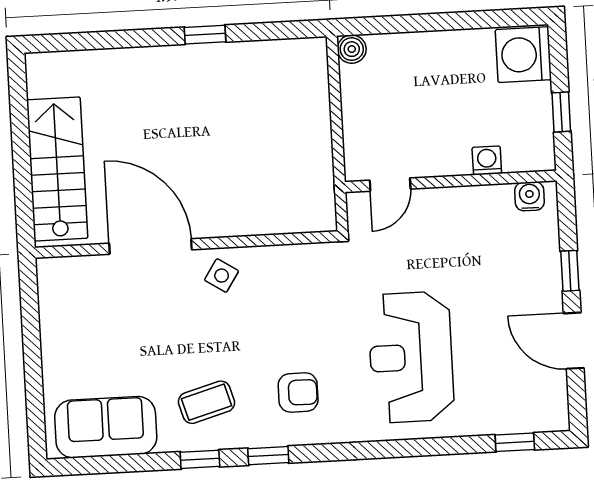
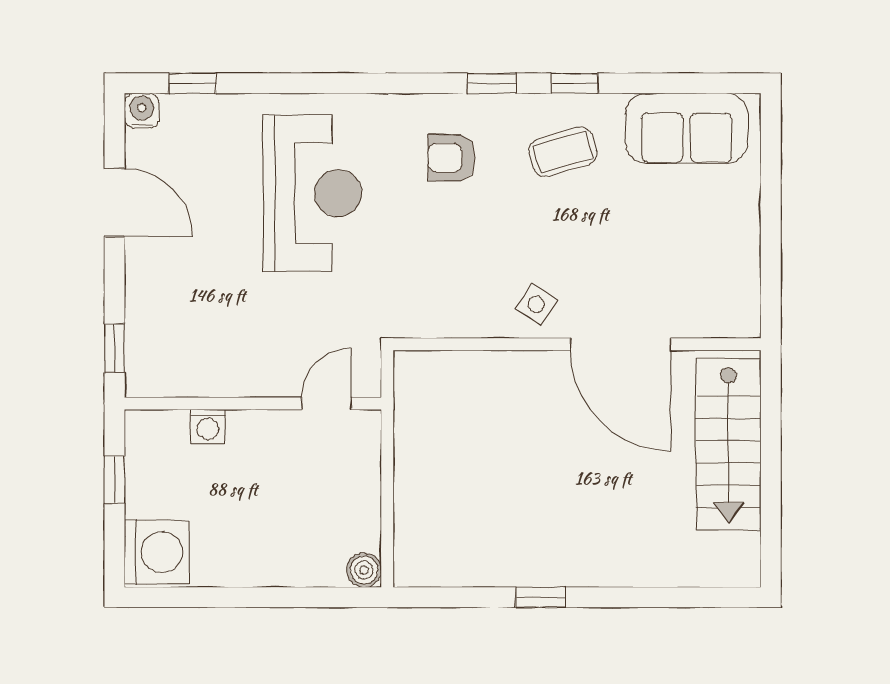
water cooler: (530, 196) -> (142, 111), moved, turned 180
window: (570, 271) -> (115, 348), moved

